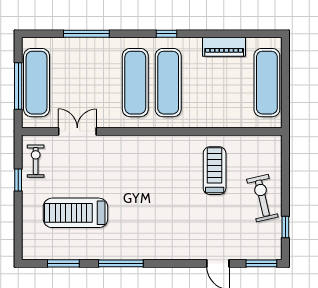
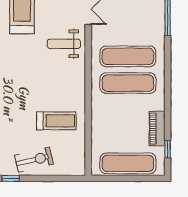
window: (167, 34) -> (168, 149), moved
weight bench: (120, 161) -> (64, 44), added

